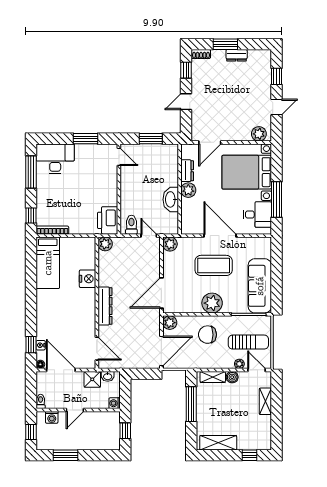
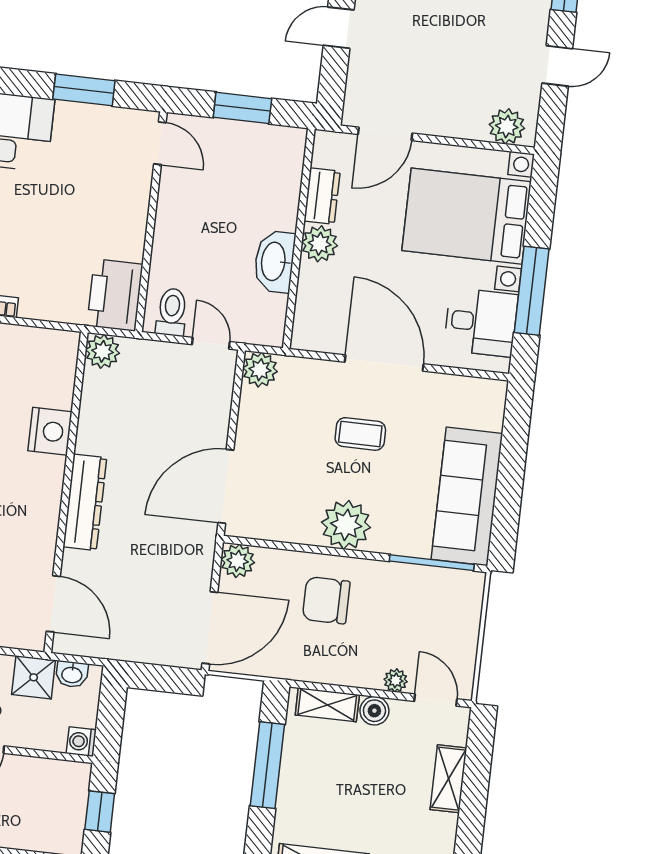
coffee table: (214, 265) -> (360, 434), width x0.54, depth x0.58
sun lounger: (248, 342) -> (424, 630), removed

